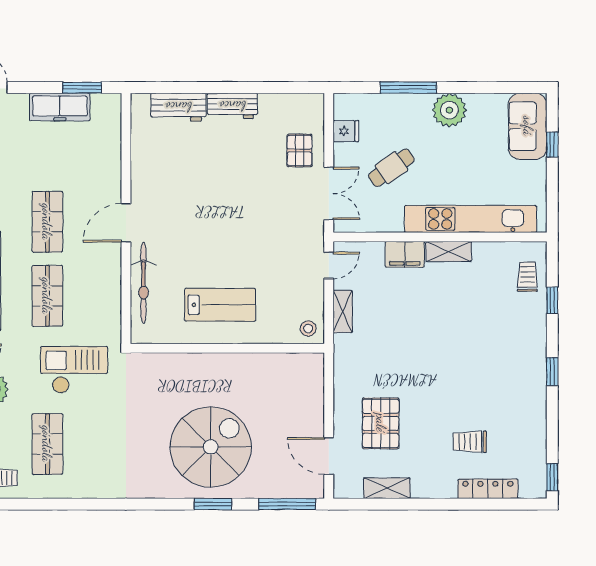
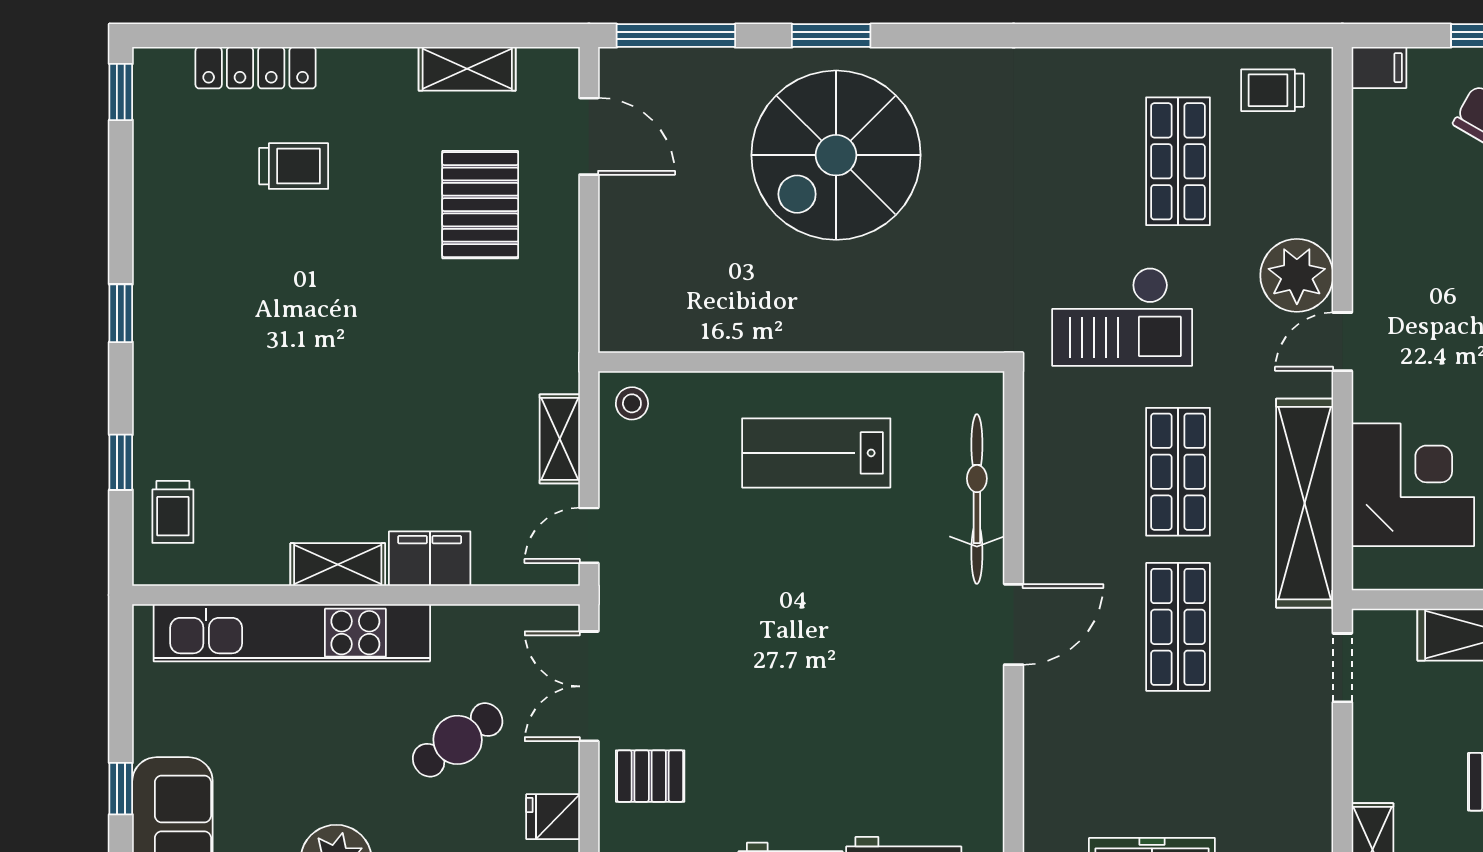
pallet: (299, 150) -> (650, 776), turned 90

